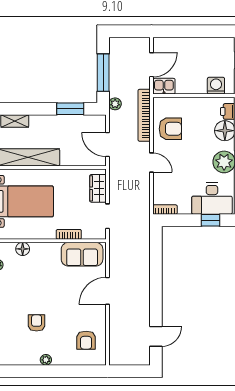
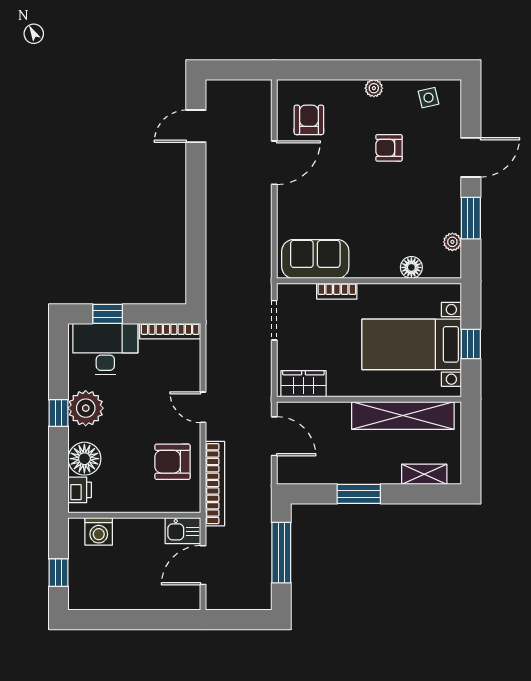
plant: (115, 104) -> (262, 502), removed
window: (70, 109) -> (359, 494), moved
wardrobe: (98, 188) -> (303, 384), moved, turned -90
bookcase: (165, 210) -> (170, 331), width x1.56
door: (108, 291) -> (274, 163), moved
armchair: (37, 323) -> (389, 148), turned 90
side table: (12, 354) -> (428, 98), added

